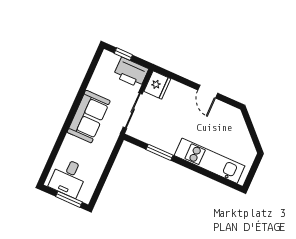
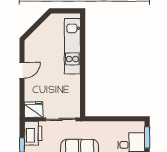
window: (160, 152) -> (83, 86), removed

